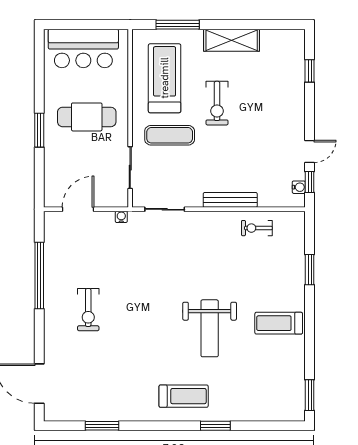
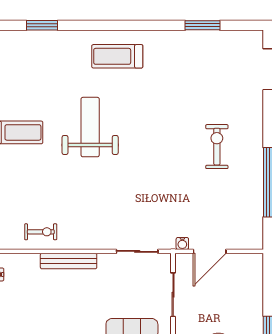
door: (78, 209) -> (210, 251), moved
window: (215, 426) -> (42, 25), moved

